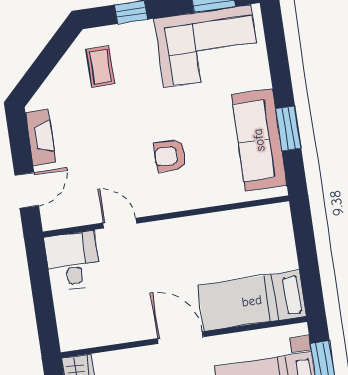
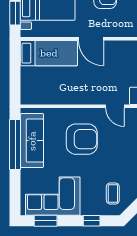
window: (288, 128) -> (15, 144), width x2.11
armchair: (170, 156) -> (82, 139), width x1.88, depth x1.88

